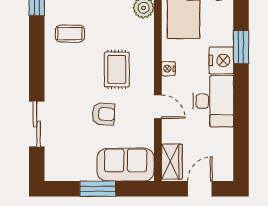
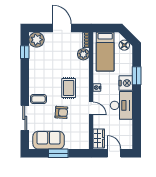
coffee table: (70, 34) -> (38, 99), moved
sofa: (126, 165) -> (49, 140), moved
door: (200, 189) -> (114, 153), hinge flipped

